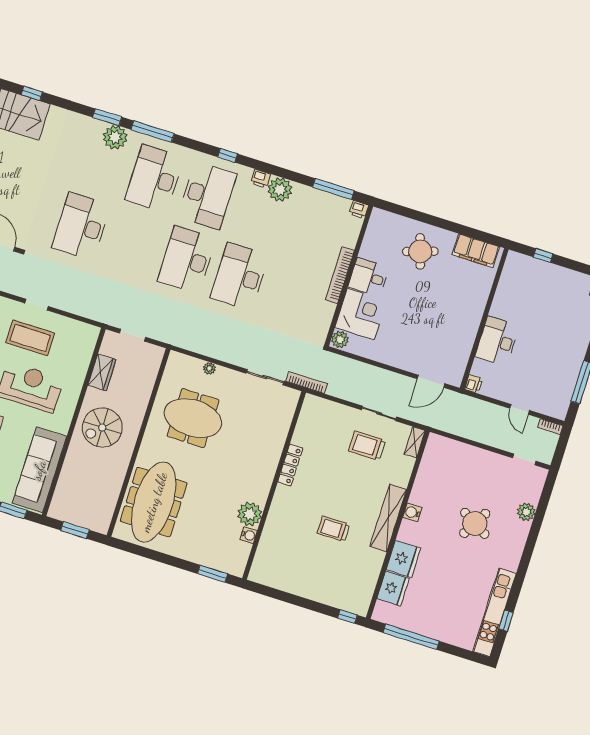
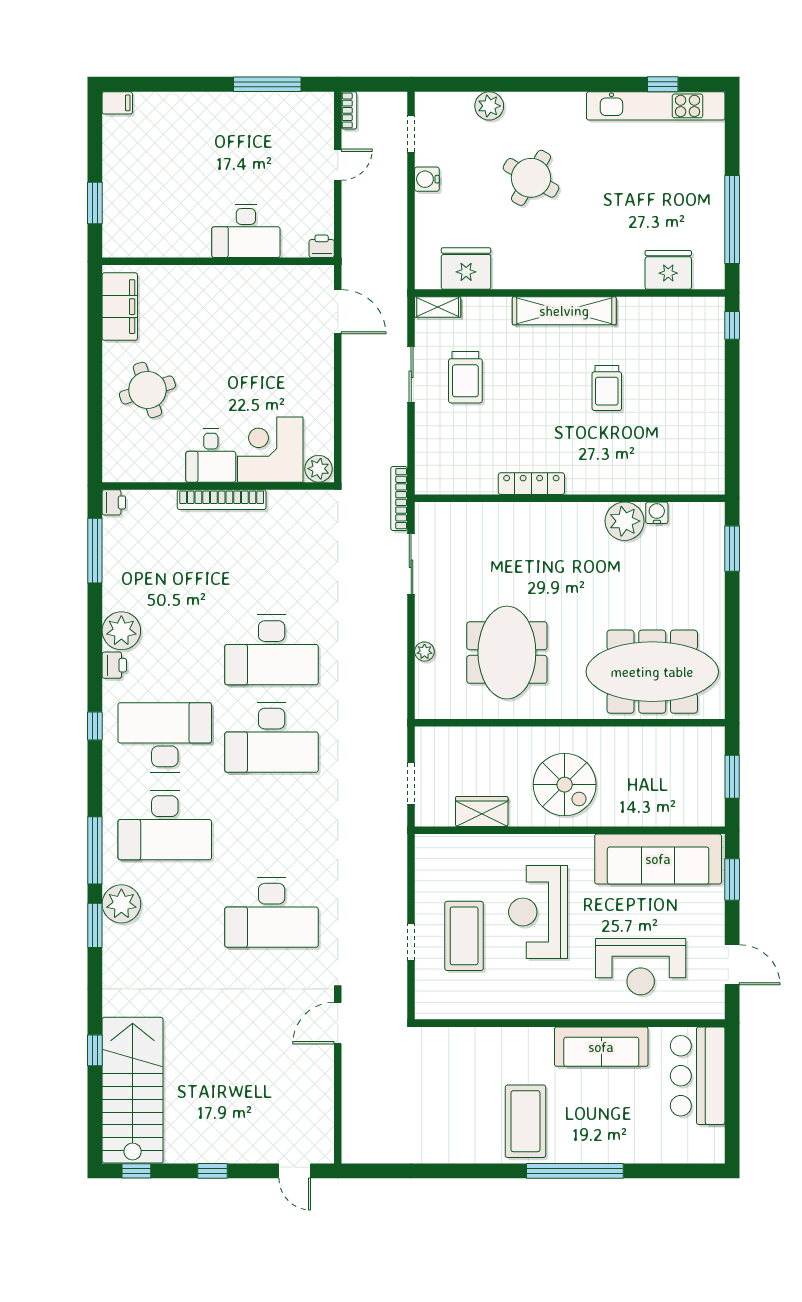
window: (543, 255) -> (95, 203), width x1.50
water cooler: (412, 512) -> (427, 179), moved, turned 90
fridge: (403, 559) -> (466, 269), moved

